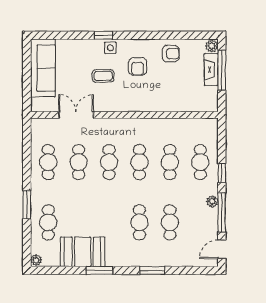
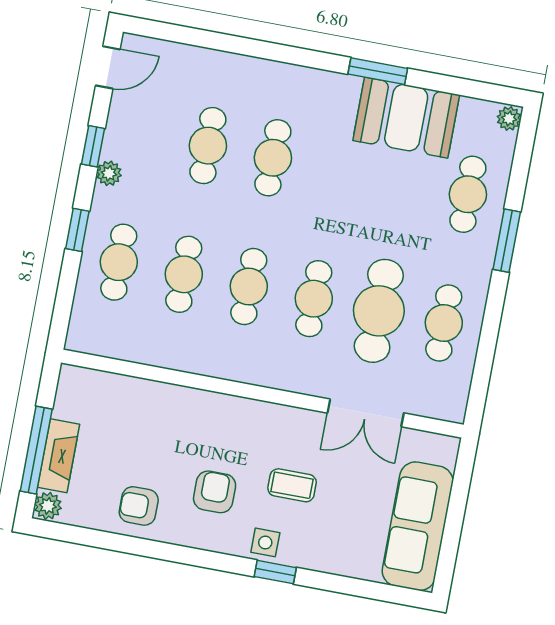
cafe table: (79, 162) -> (379, 311), width x1.37, depth x1.35
window: (222, 212) -> (93, 146), width x0.46
window: (152, 270) -> (265, 50), removed

